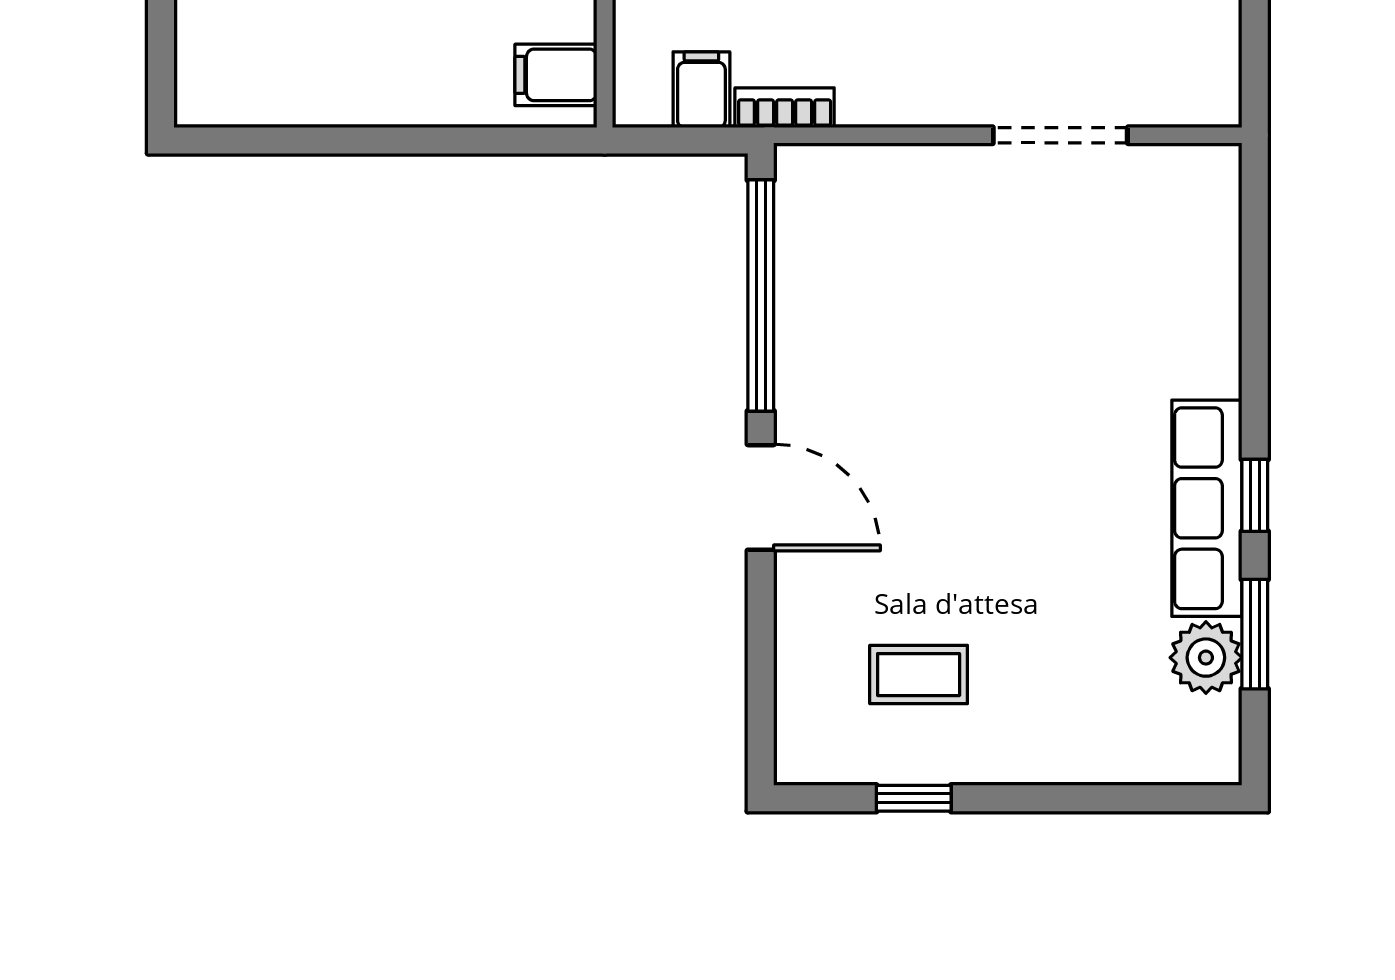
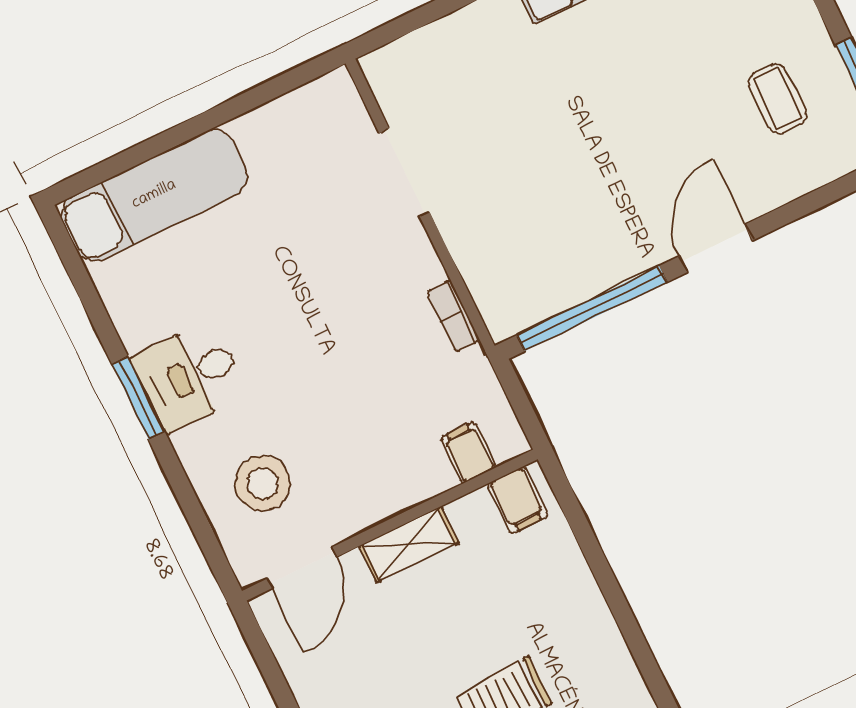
filing cabinet: (701, 90) -> (468, 452), moved, turned 90
bookcase: (785, 108) -> (453, 316), moved

